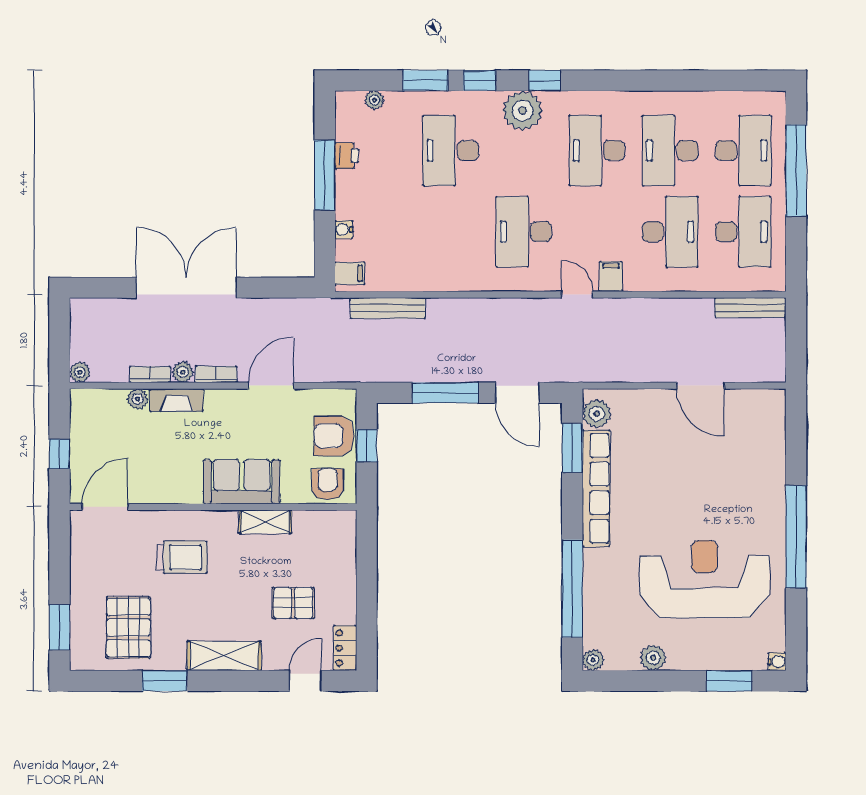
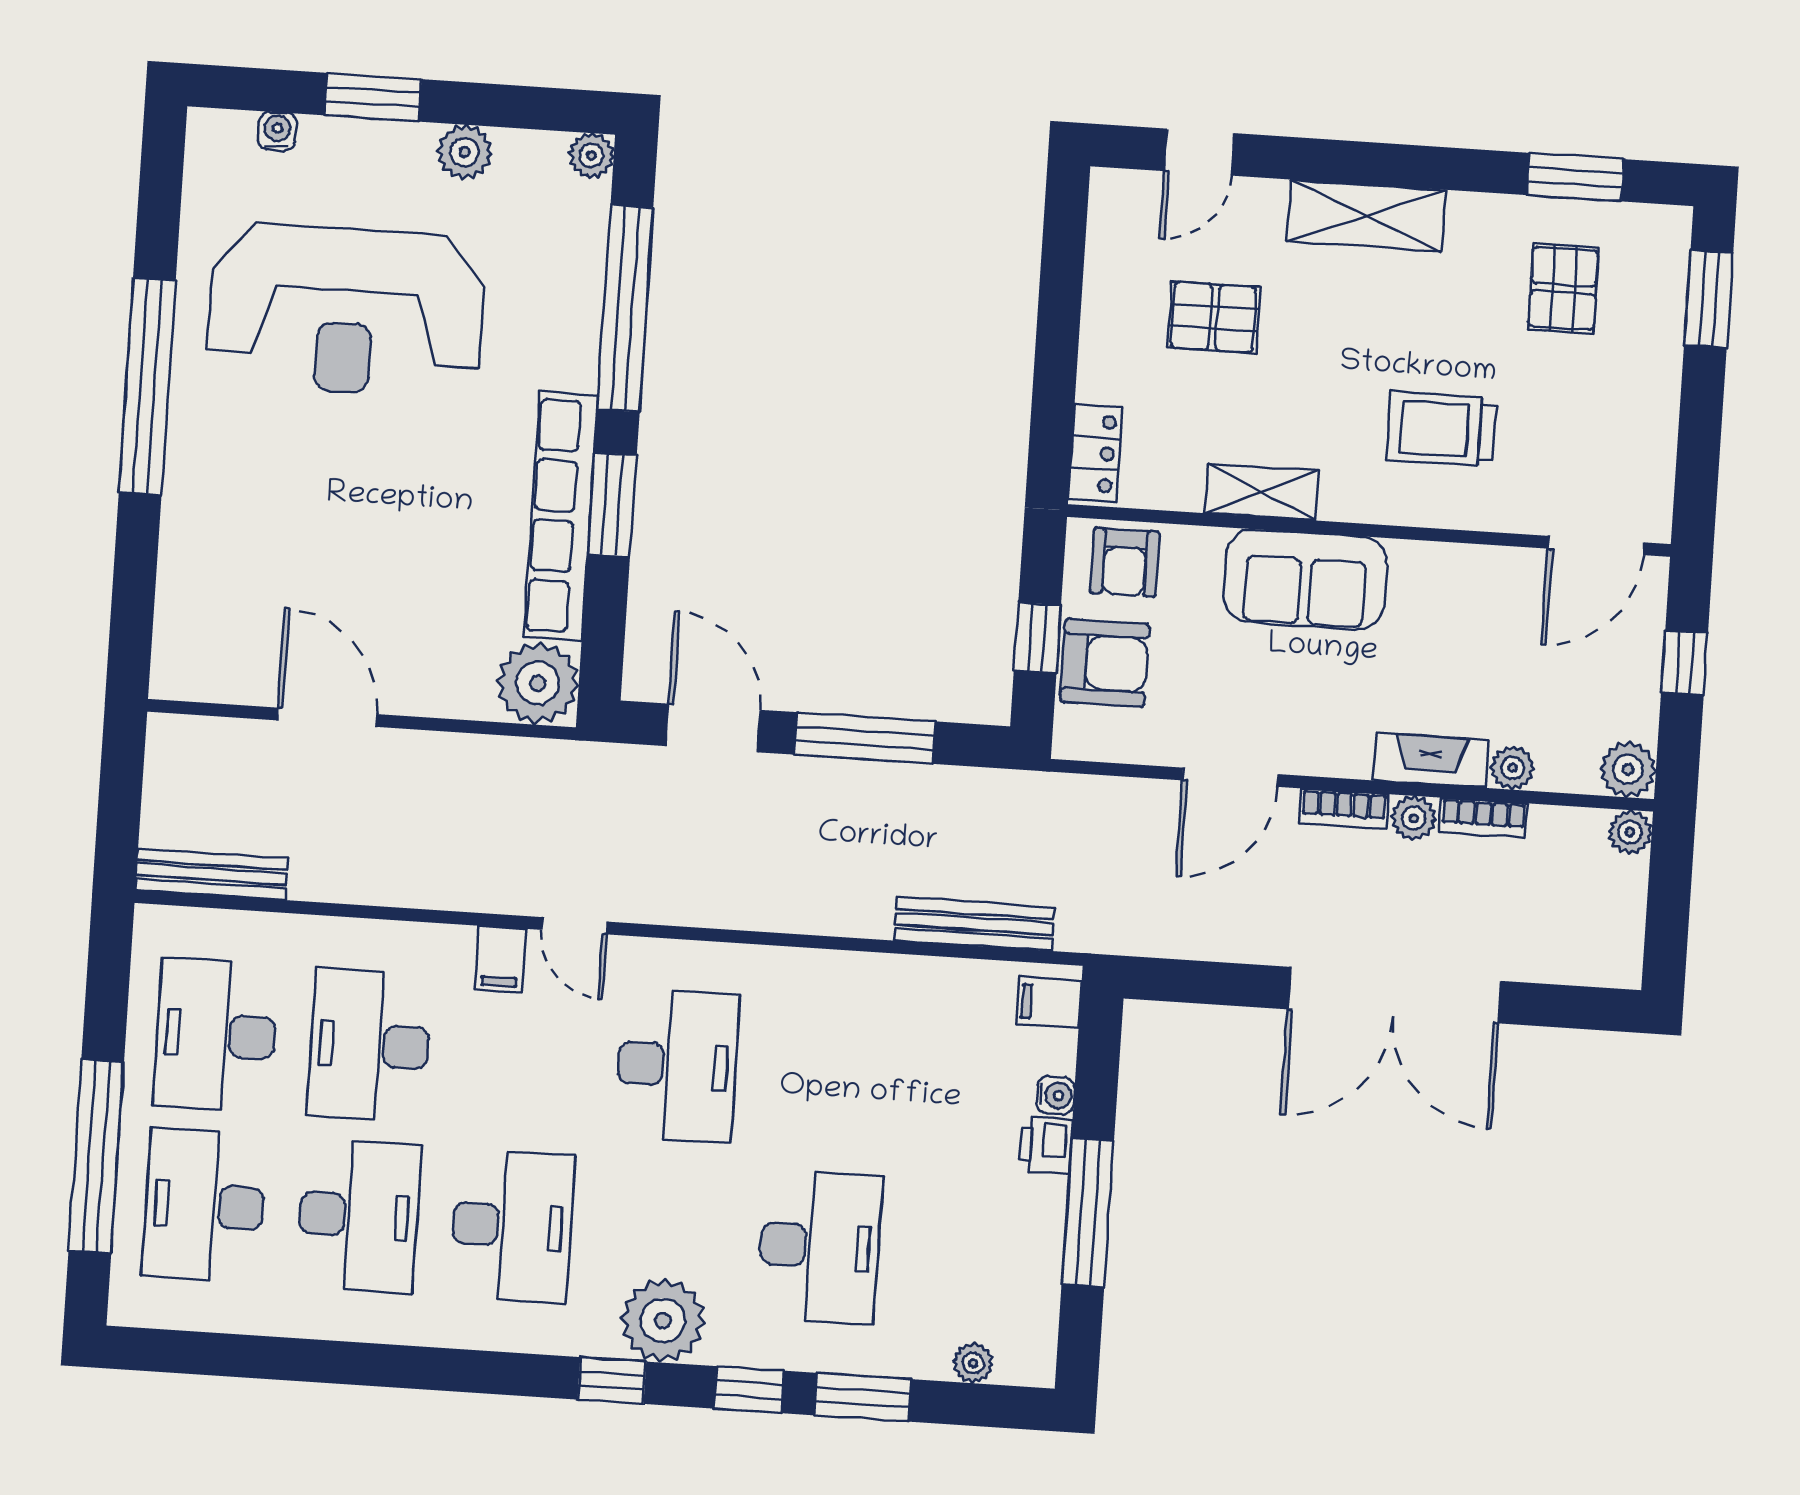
printer: (347, 156) -> (1046, 1145), moved
plant: (83, 402) -> (1628, 769), added
plant: (597, 414) -> (538, 683), width x1.36, depth x1.36
window: (572, 448) -> (612, 505), moved
pallet: (129, 628) -> (1563, 288), width x0.67, depth x0.71
locker: (345, 648) -> (1095, 453), moved
water cooler: (777, 662) -> (277, 131), moved, turned 90
window: (165, 681) -> (1575, 177), moved
window: (729, 681) -> (373, 97), moved

